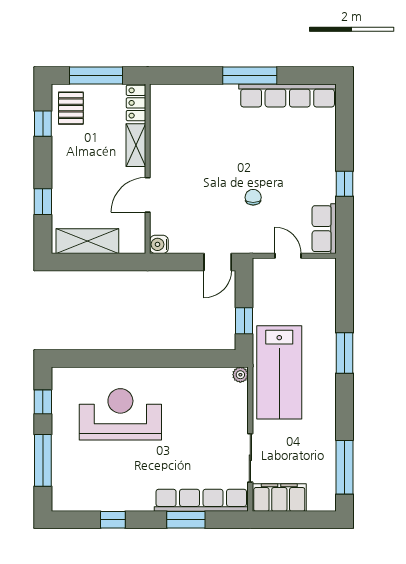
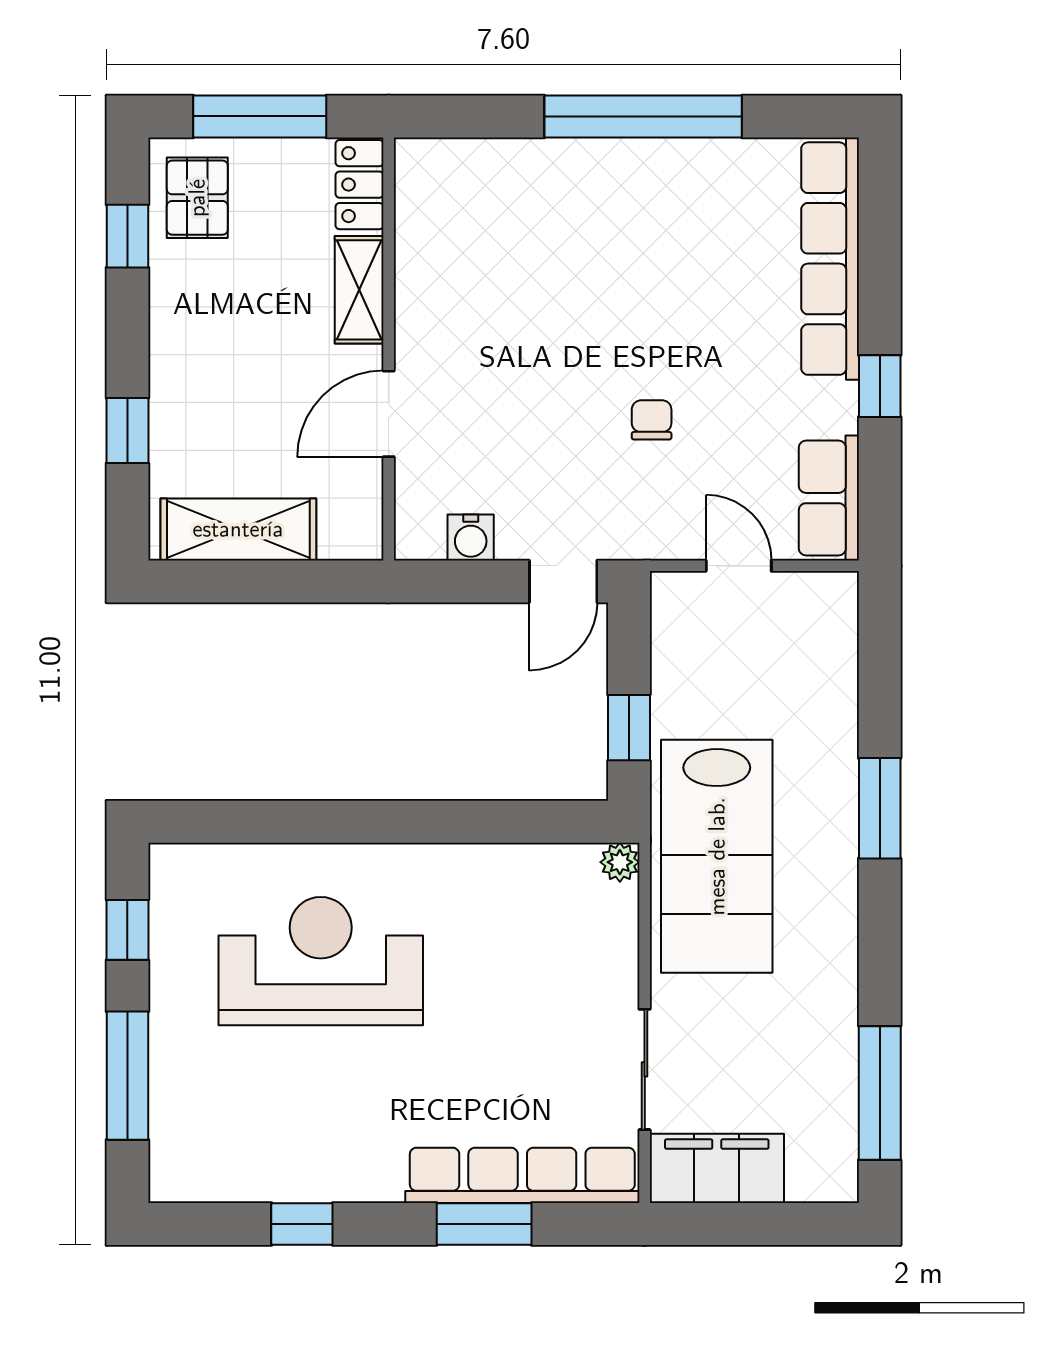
window: (250, 76) -> (643, 116), width x1.46
row of seats: (288, 96) -> (830, 259), moved, turned 90
water cooler: (159, 244) -> (471, 537), moved, turned -90

